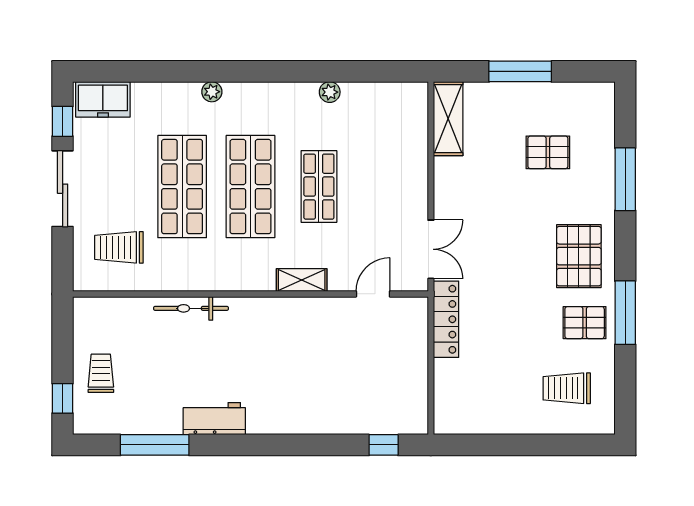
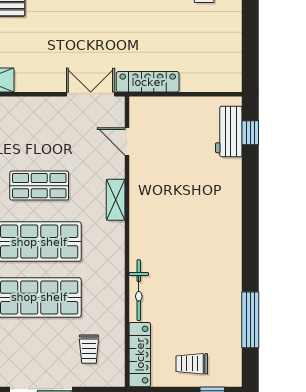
trolley: (119, 247) -> (89, 349), width x0.73, depth x0.72
locker: (112, 310) -> (140, 355), added
workbench: (214, 419) -> (229, 131), moved

